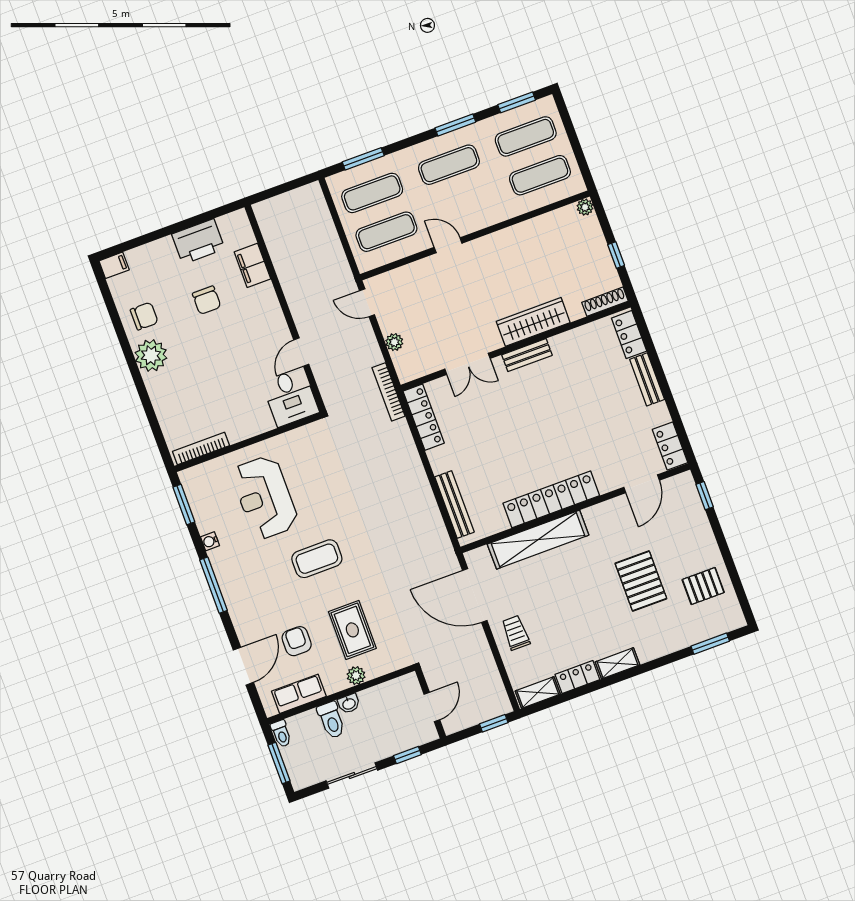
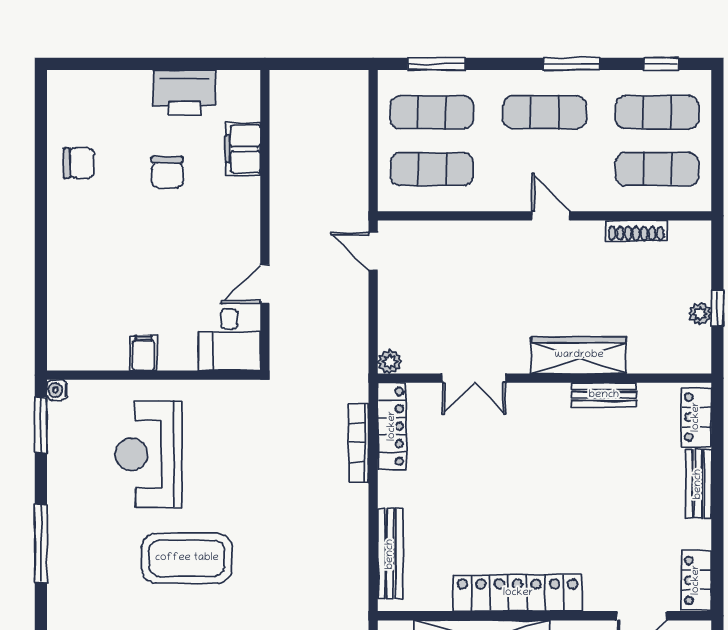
window: (517, 102) -> (662, 64), width x0.67
plant: (585, 207) -> (700, 314), moved
door: (448, 245) -> (551, 216), moved
filing cabinet: (114, 265) -> (143, 353), moved, turned -90
shoe rack: (605, 302) -> (636, 231), moved, turned 180
plant: (394, 342) -> (390, 362), moved
plant: (151, 355) -> (69, 217), removed
bench: (527, 355) -> (604, 395), moved
bookcase: (389, 392) -> (359, 443), moved
bookcase: (201, 448) -> (90, 361), removed
water cooler: (210, 541) -> (57, 390), moved
coffee table: (317, 559) -> (187, 558), width x1.36, depth x1.32

